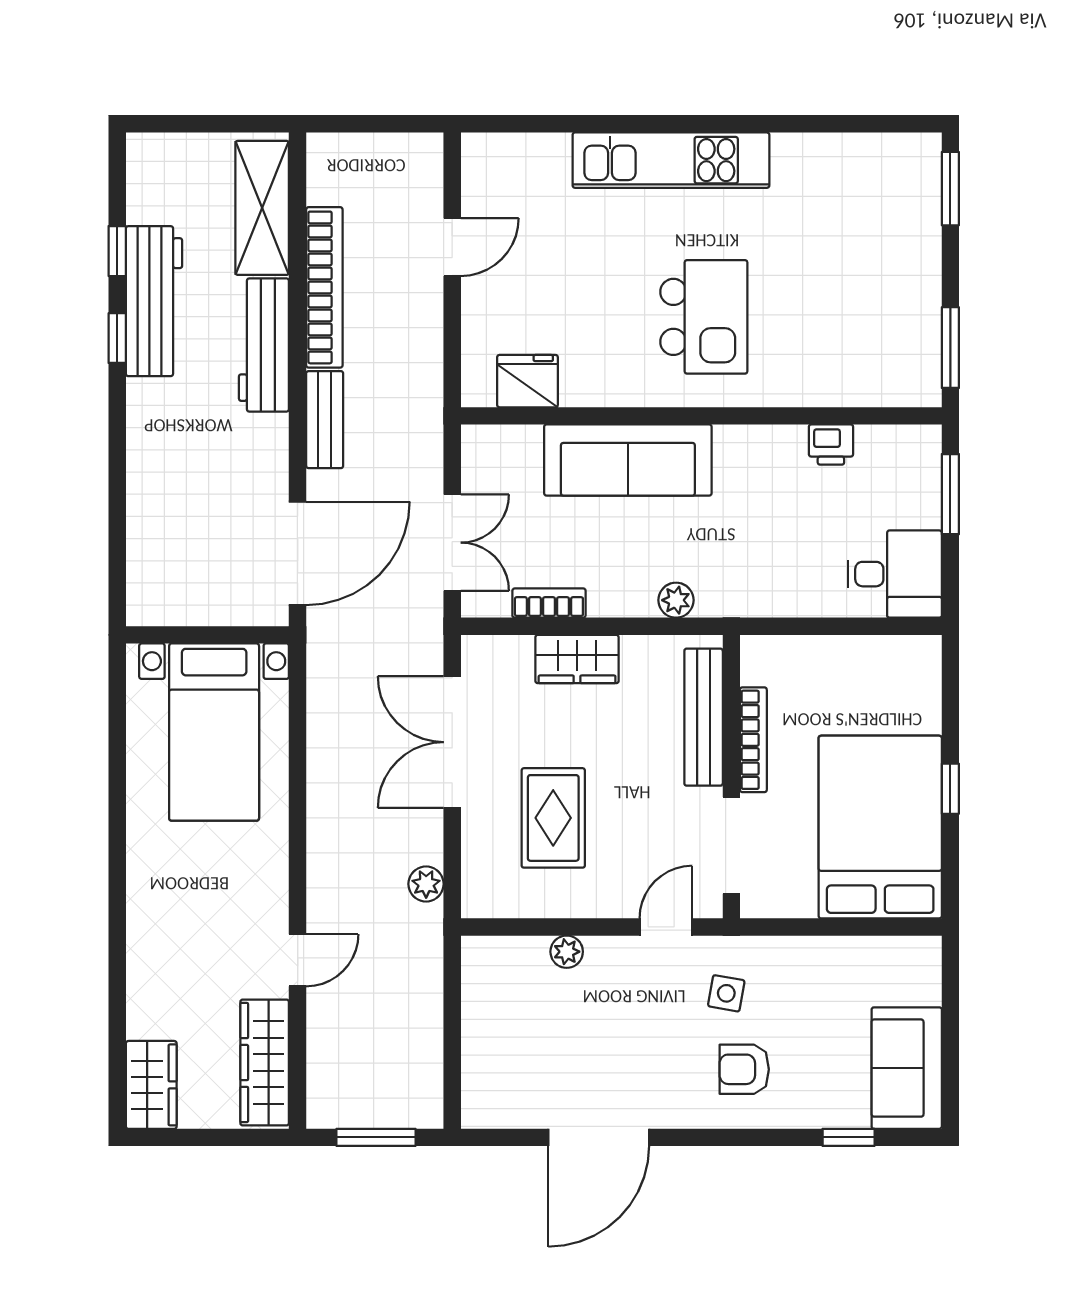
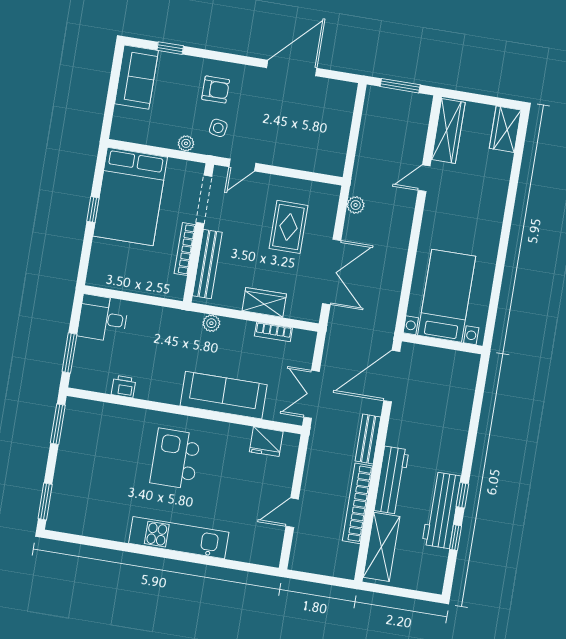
double door: (452, 543) -> (312, 394), moved
plant: (567, 952) -> (186, 143), moved

